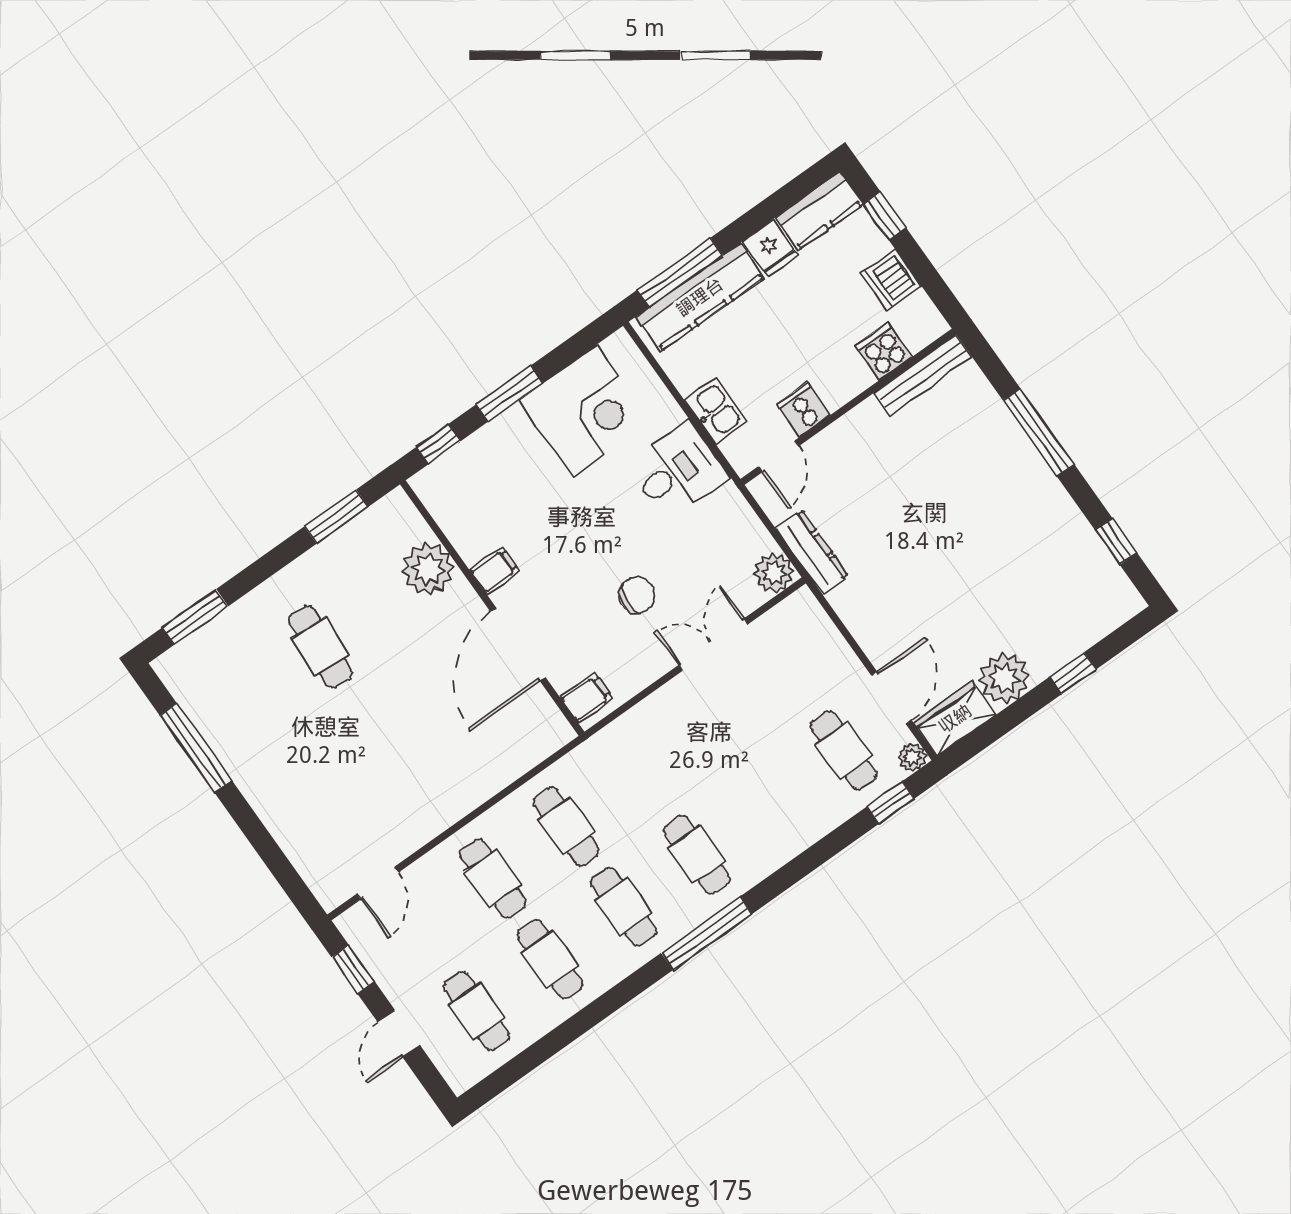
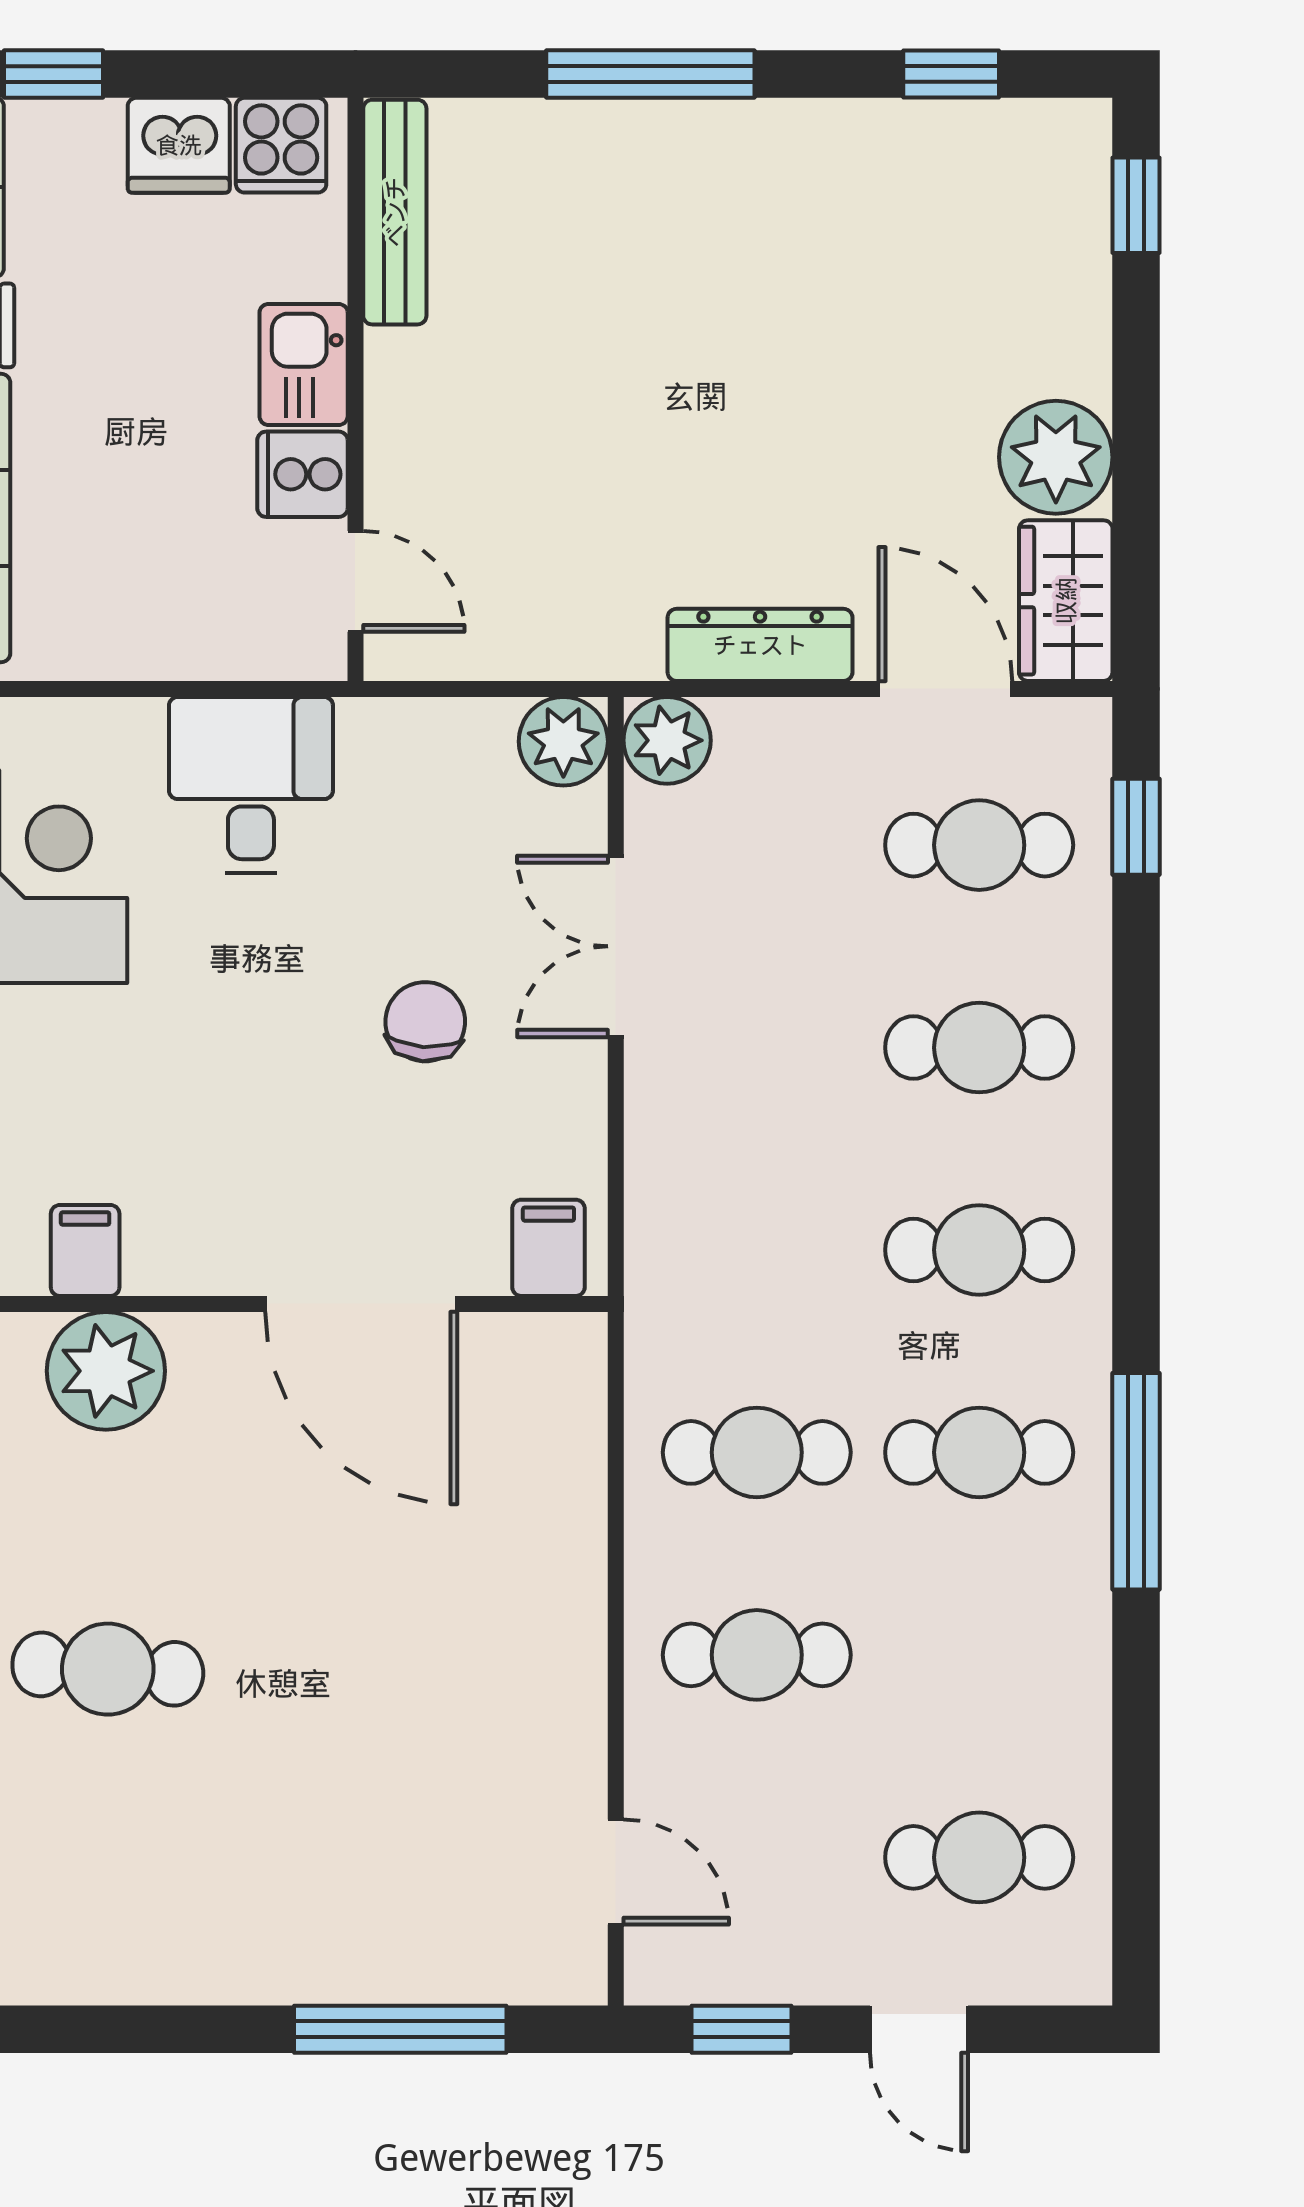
cooker: (884, 351) -> (281, 145), moved, turned -90
kitchen sink: (716, 411) -> (304, 364), moved, turned -90
dresser: (812, 552) -> (760, 645), moved
filing cabinet: (495, 570) -> (85, 1250), moved
window: (1073, 673) -> (1136, 205), moved
window: (196, 748) -> (400, 2029), moved
plant: (912, 757) -> (667, 740), moved, width x1.38, depth x1.38
window: (706, 933) -> (1136, 1481), moved
cafe table: (550, 959) -> (979, 1048), moved

